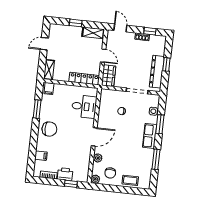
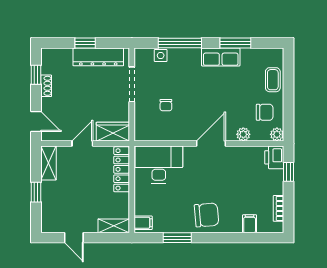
door: (120, 28) -> (36, 121), swing flipped
desk: (84, 107) -> (159, 165), width x1.37
window: (160, 124) -> (180, 43), width x1.44
chair: (49, 129) -> (206, 215), turned 85
row of seats: (150, 136) -> (221, 57), moved
door: (94, 137) -> (211, 144), hinge flipped
printer: (65, 174) -> (274, 157), moved

